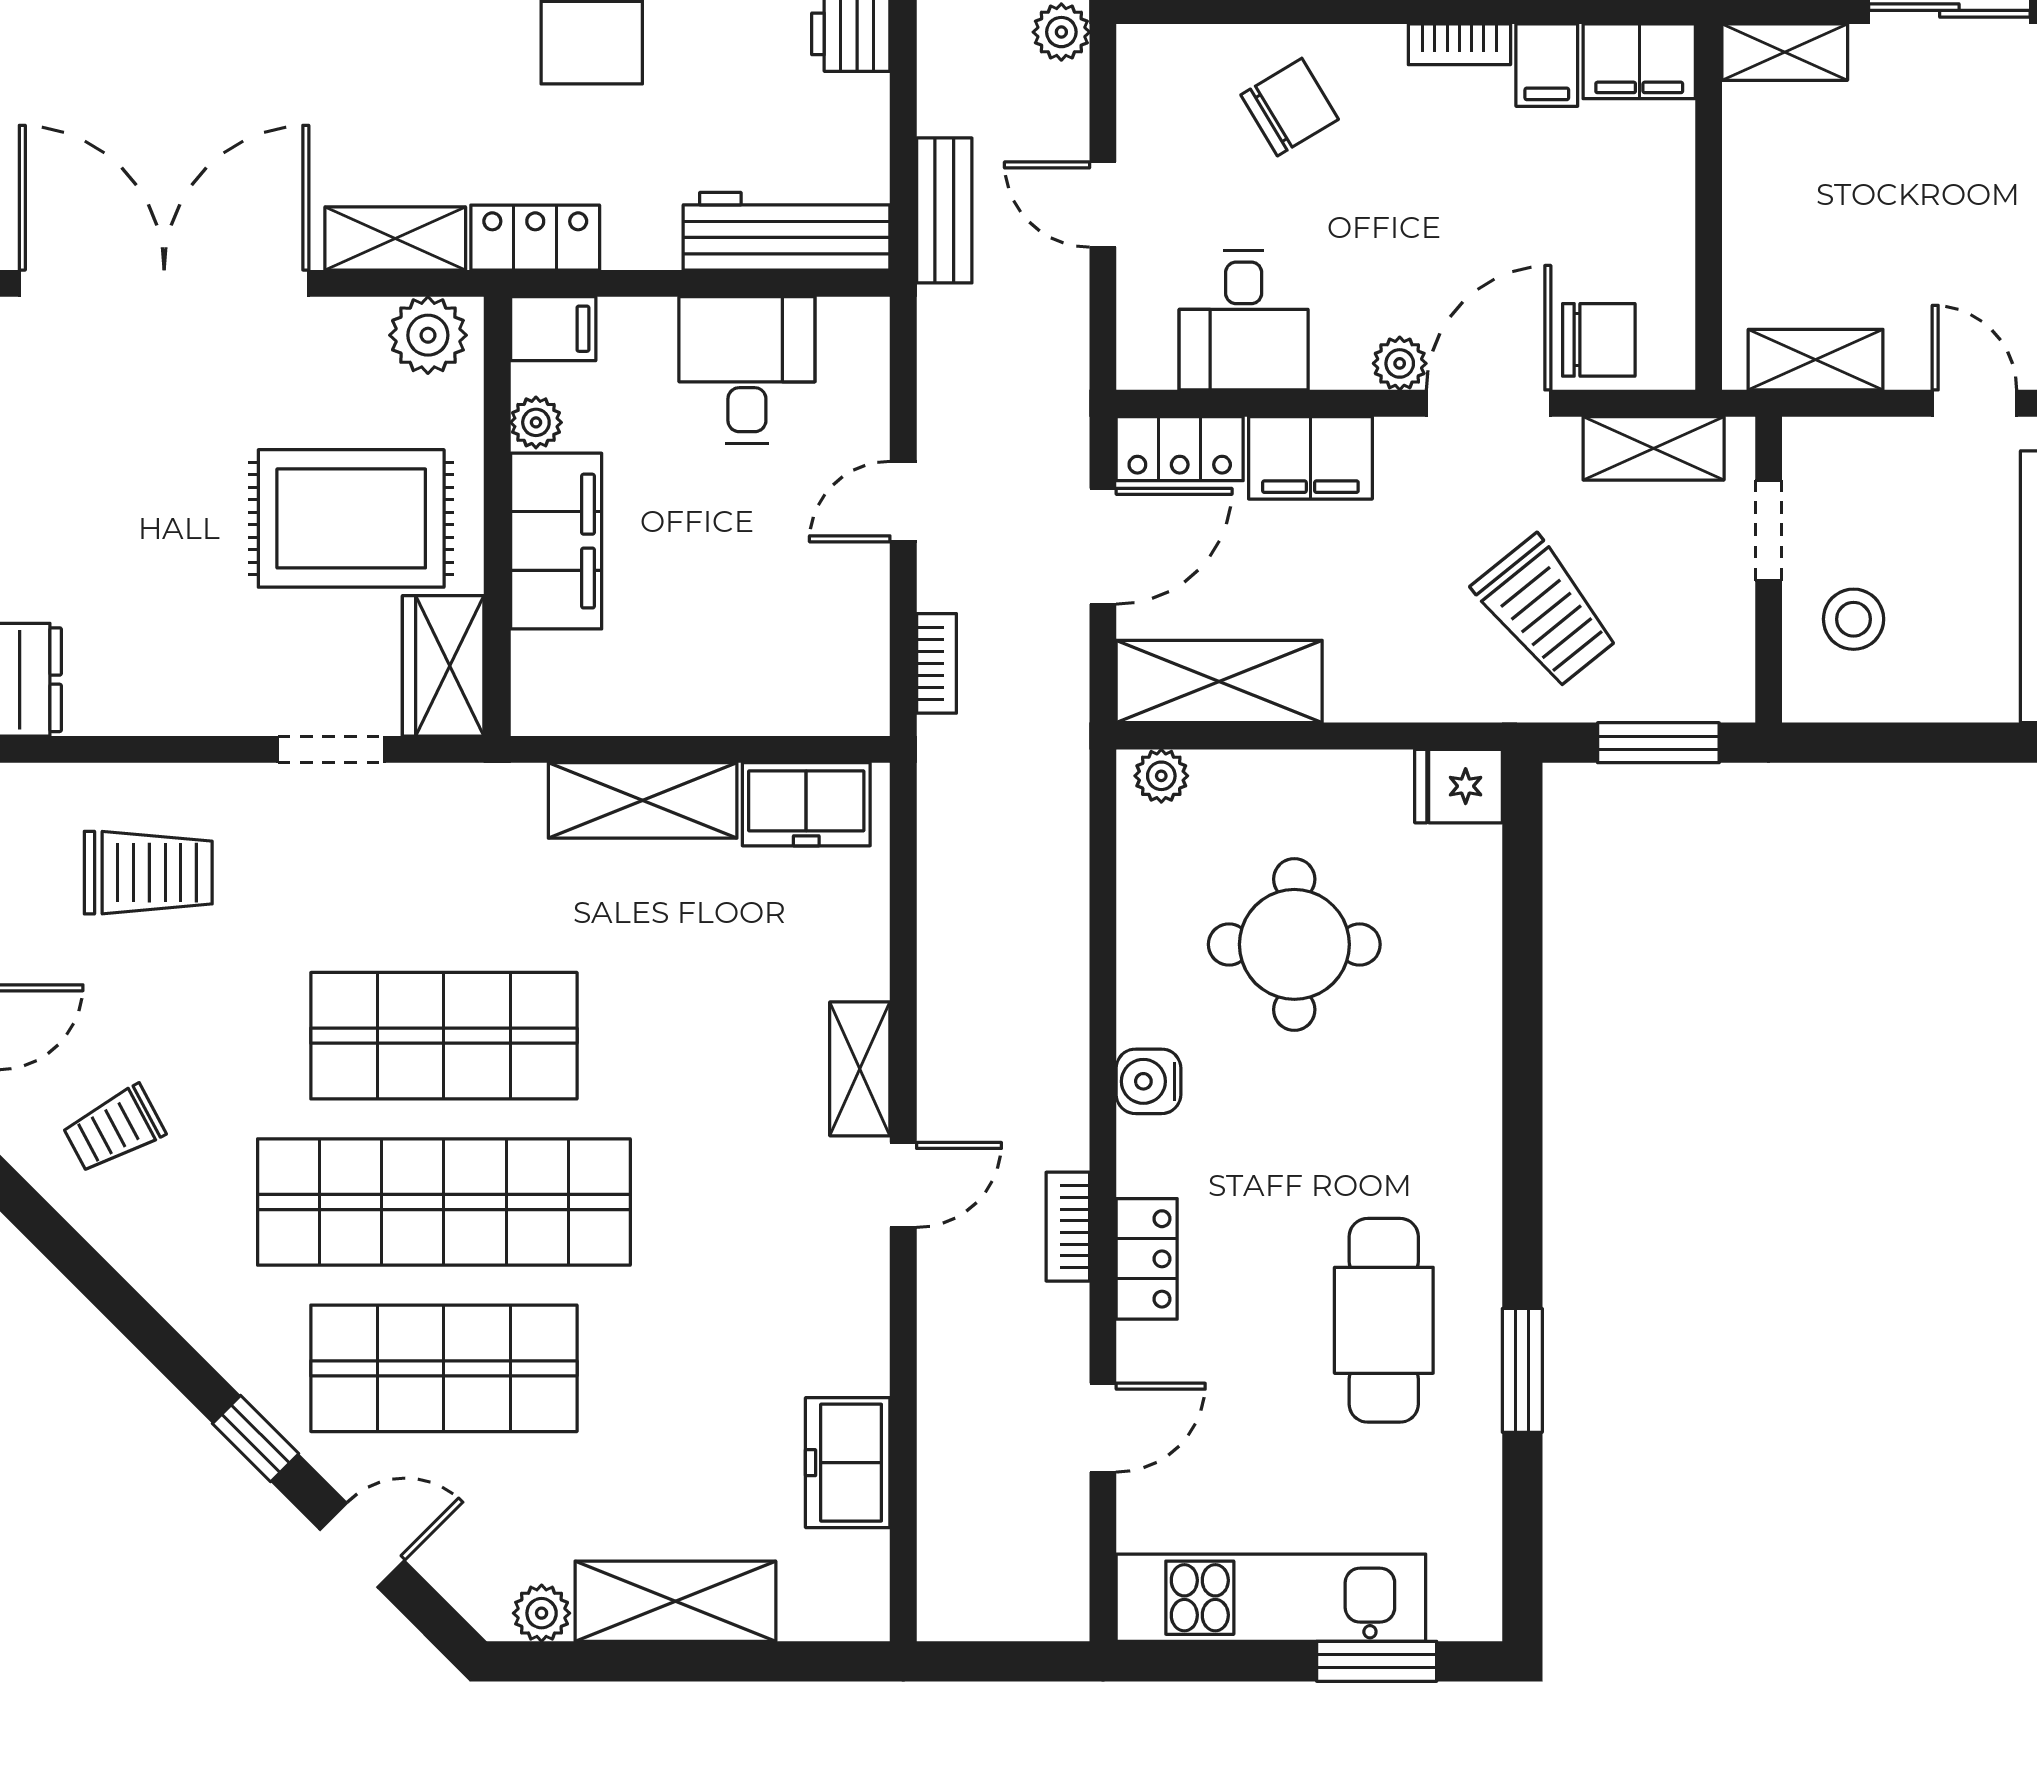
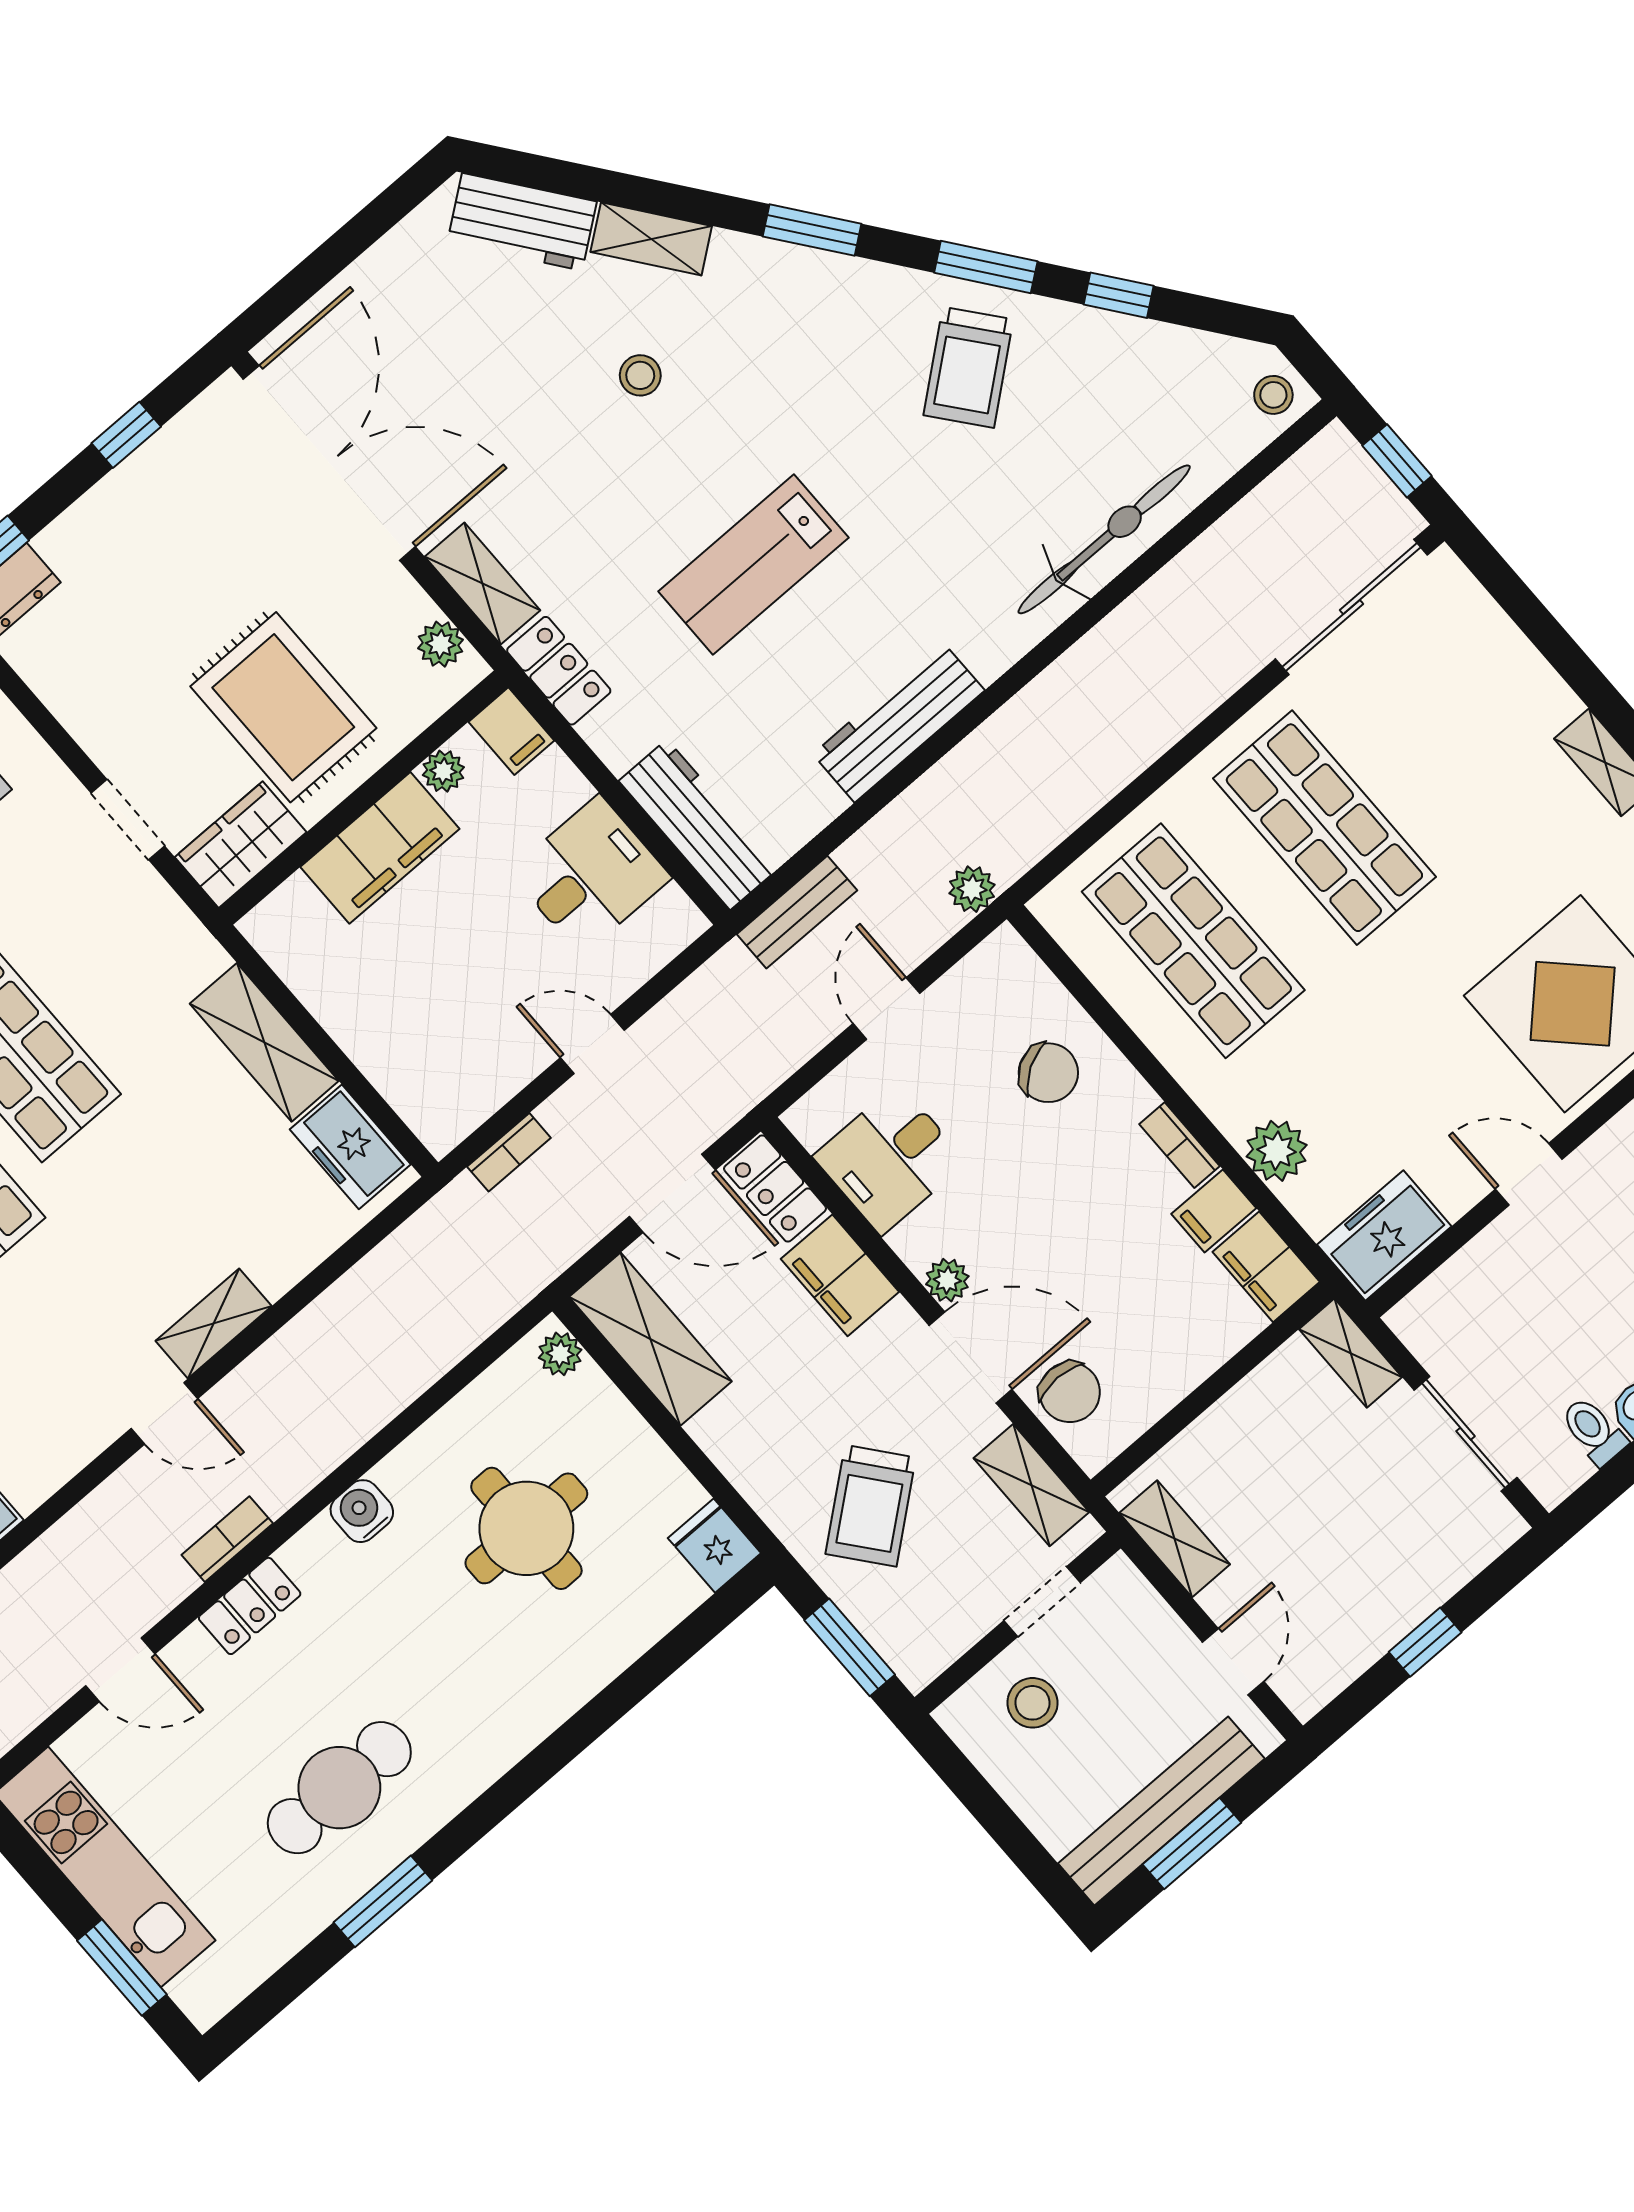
plant: (428, 335) -> (441, 644), width x0.73, depth x0.73

